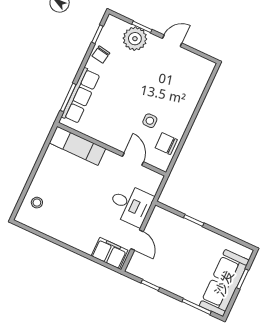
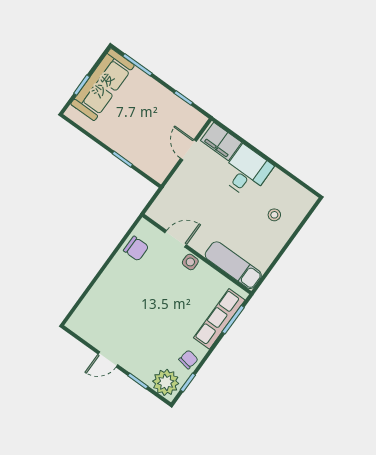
plant: (135, 39) -> (166, 382), moved
side table: (150, 121) -> (190, 262), moved
door: (133, 159) -> (176, 239), swing flipped
stool: (37, 203) -> (274, 215), moved
desk: (130, 205) -> (246, 172), moved, turned 90

